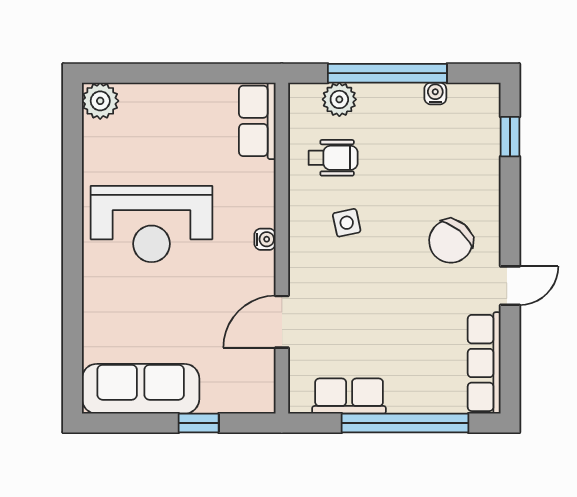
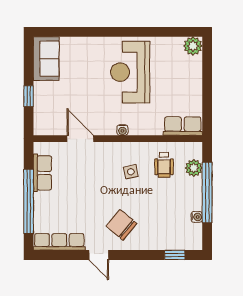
sofa: (141, 389) -> (46, 59), width x0.73

